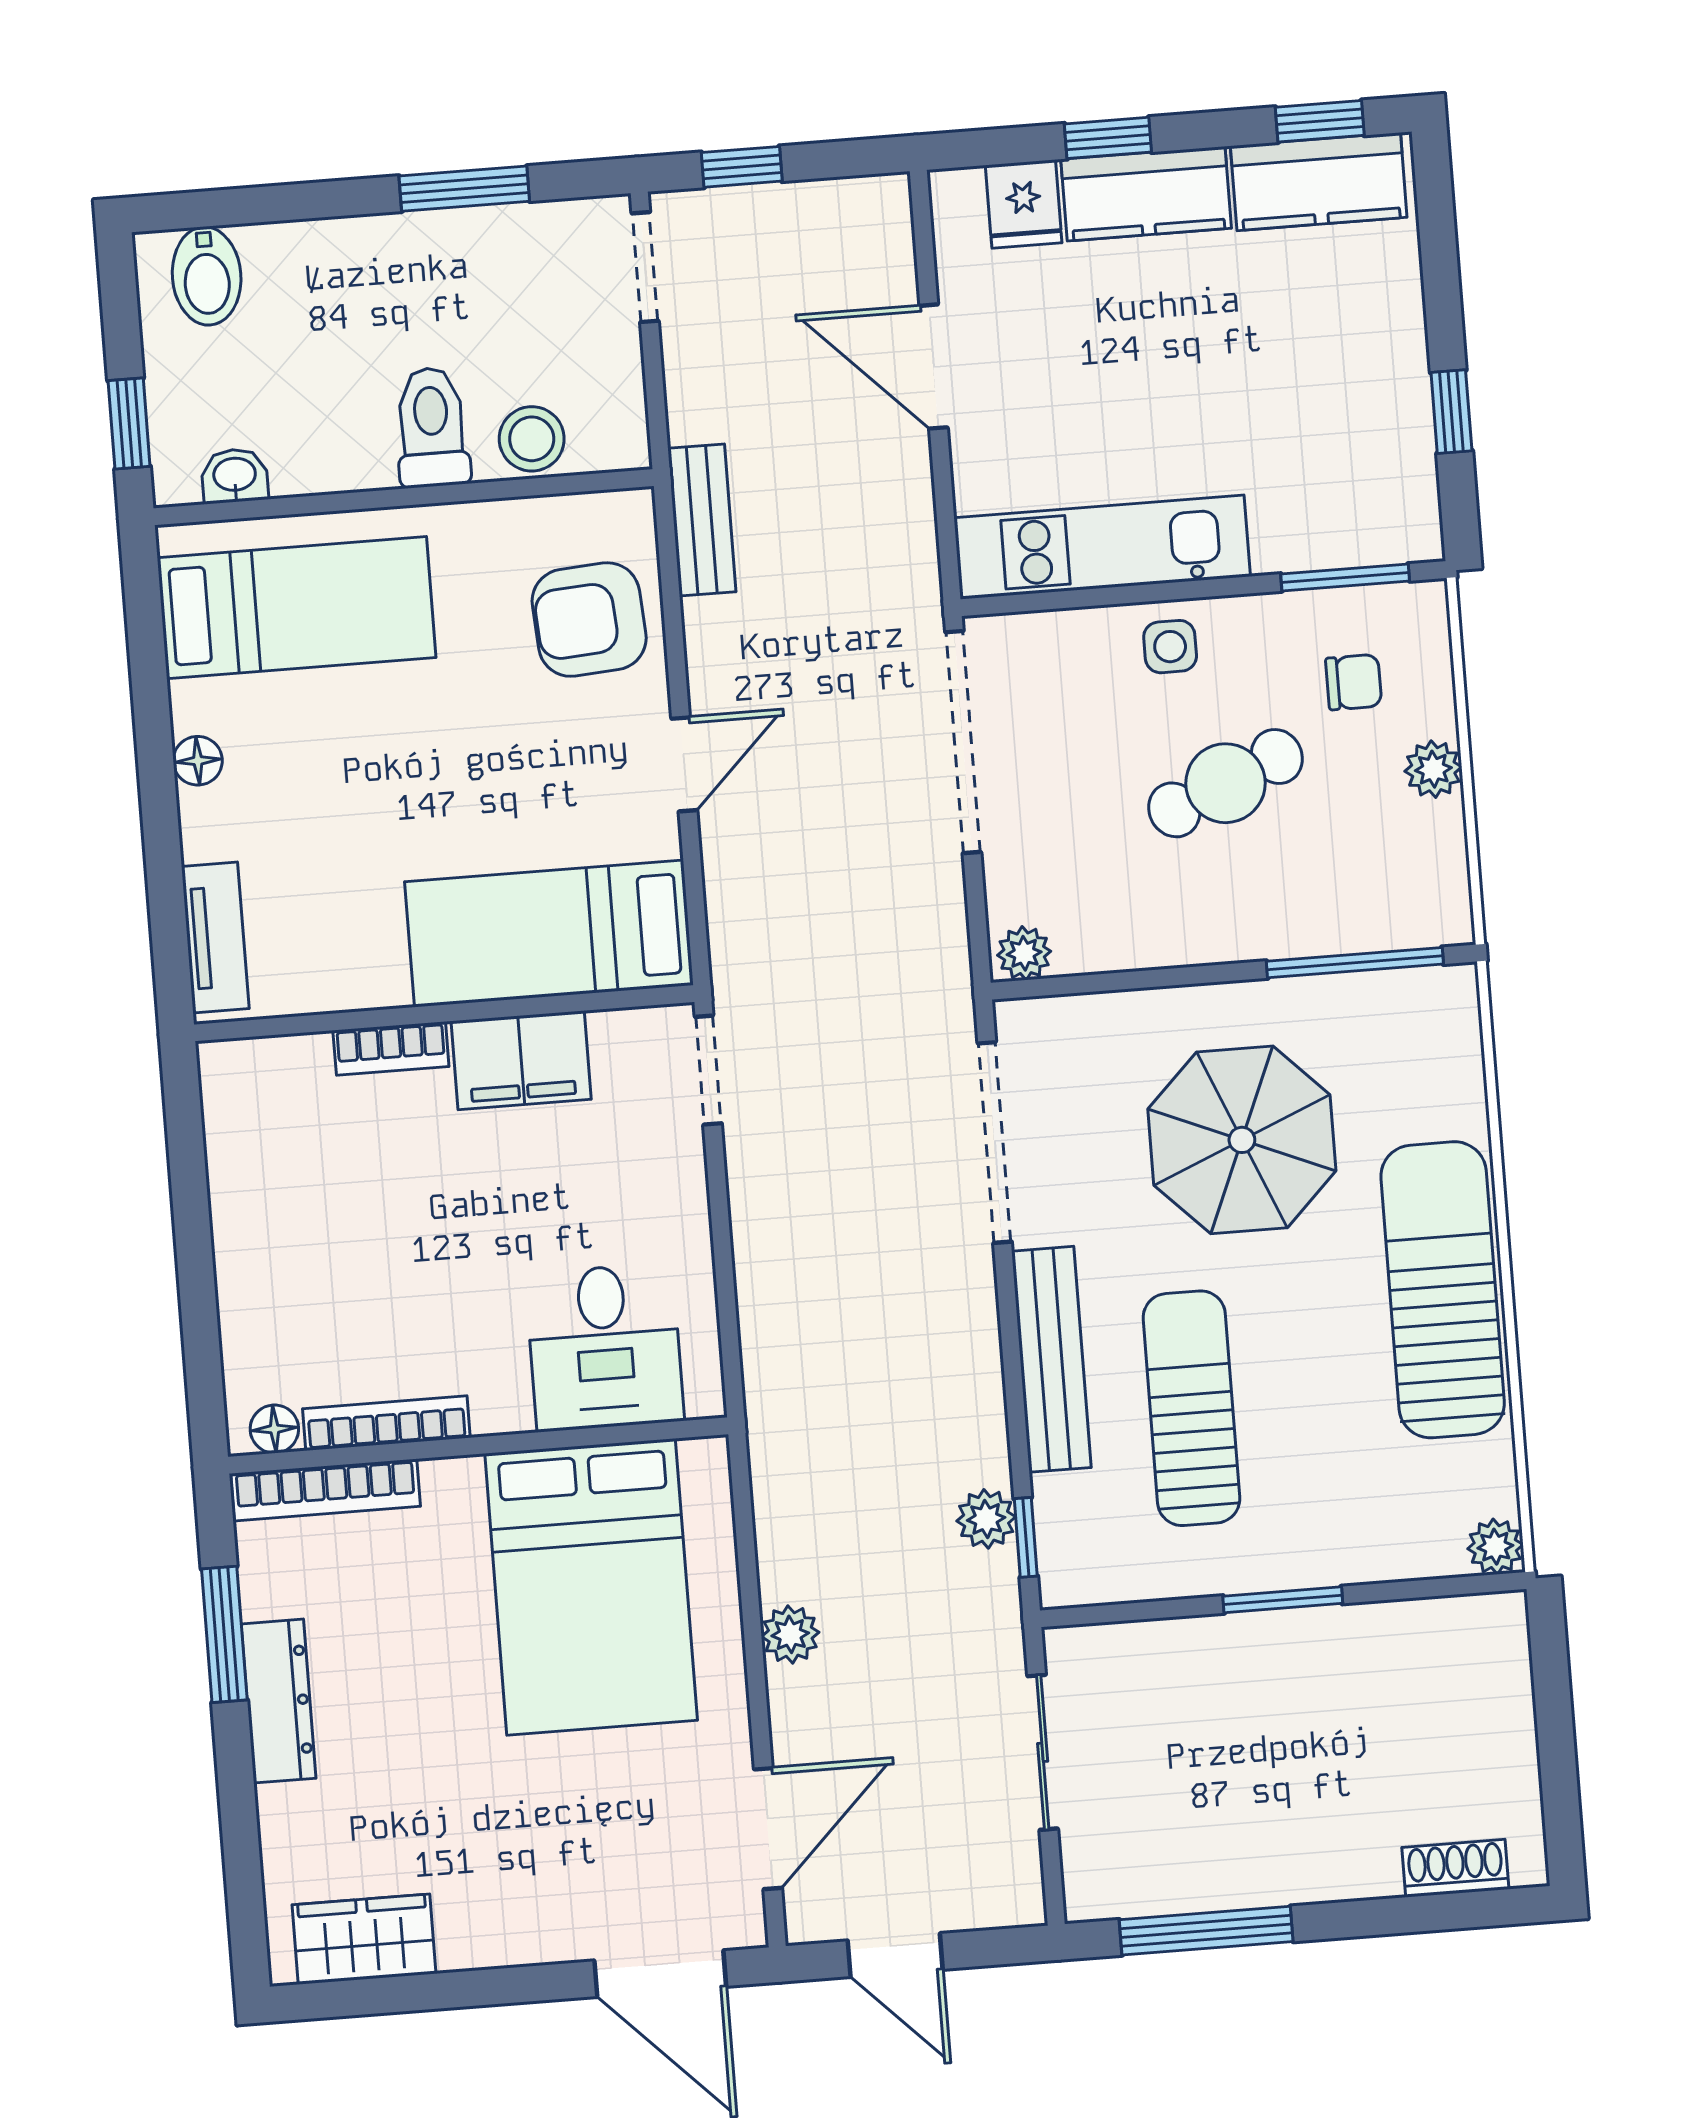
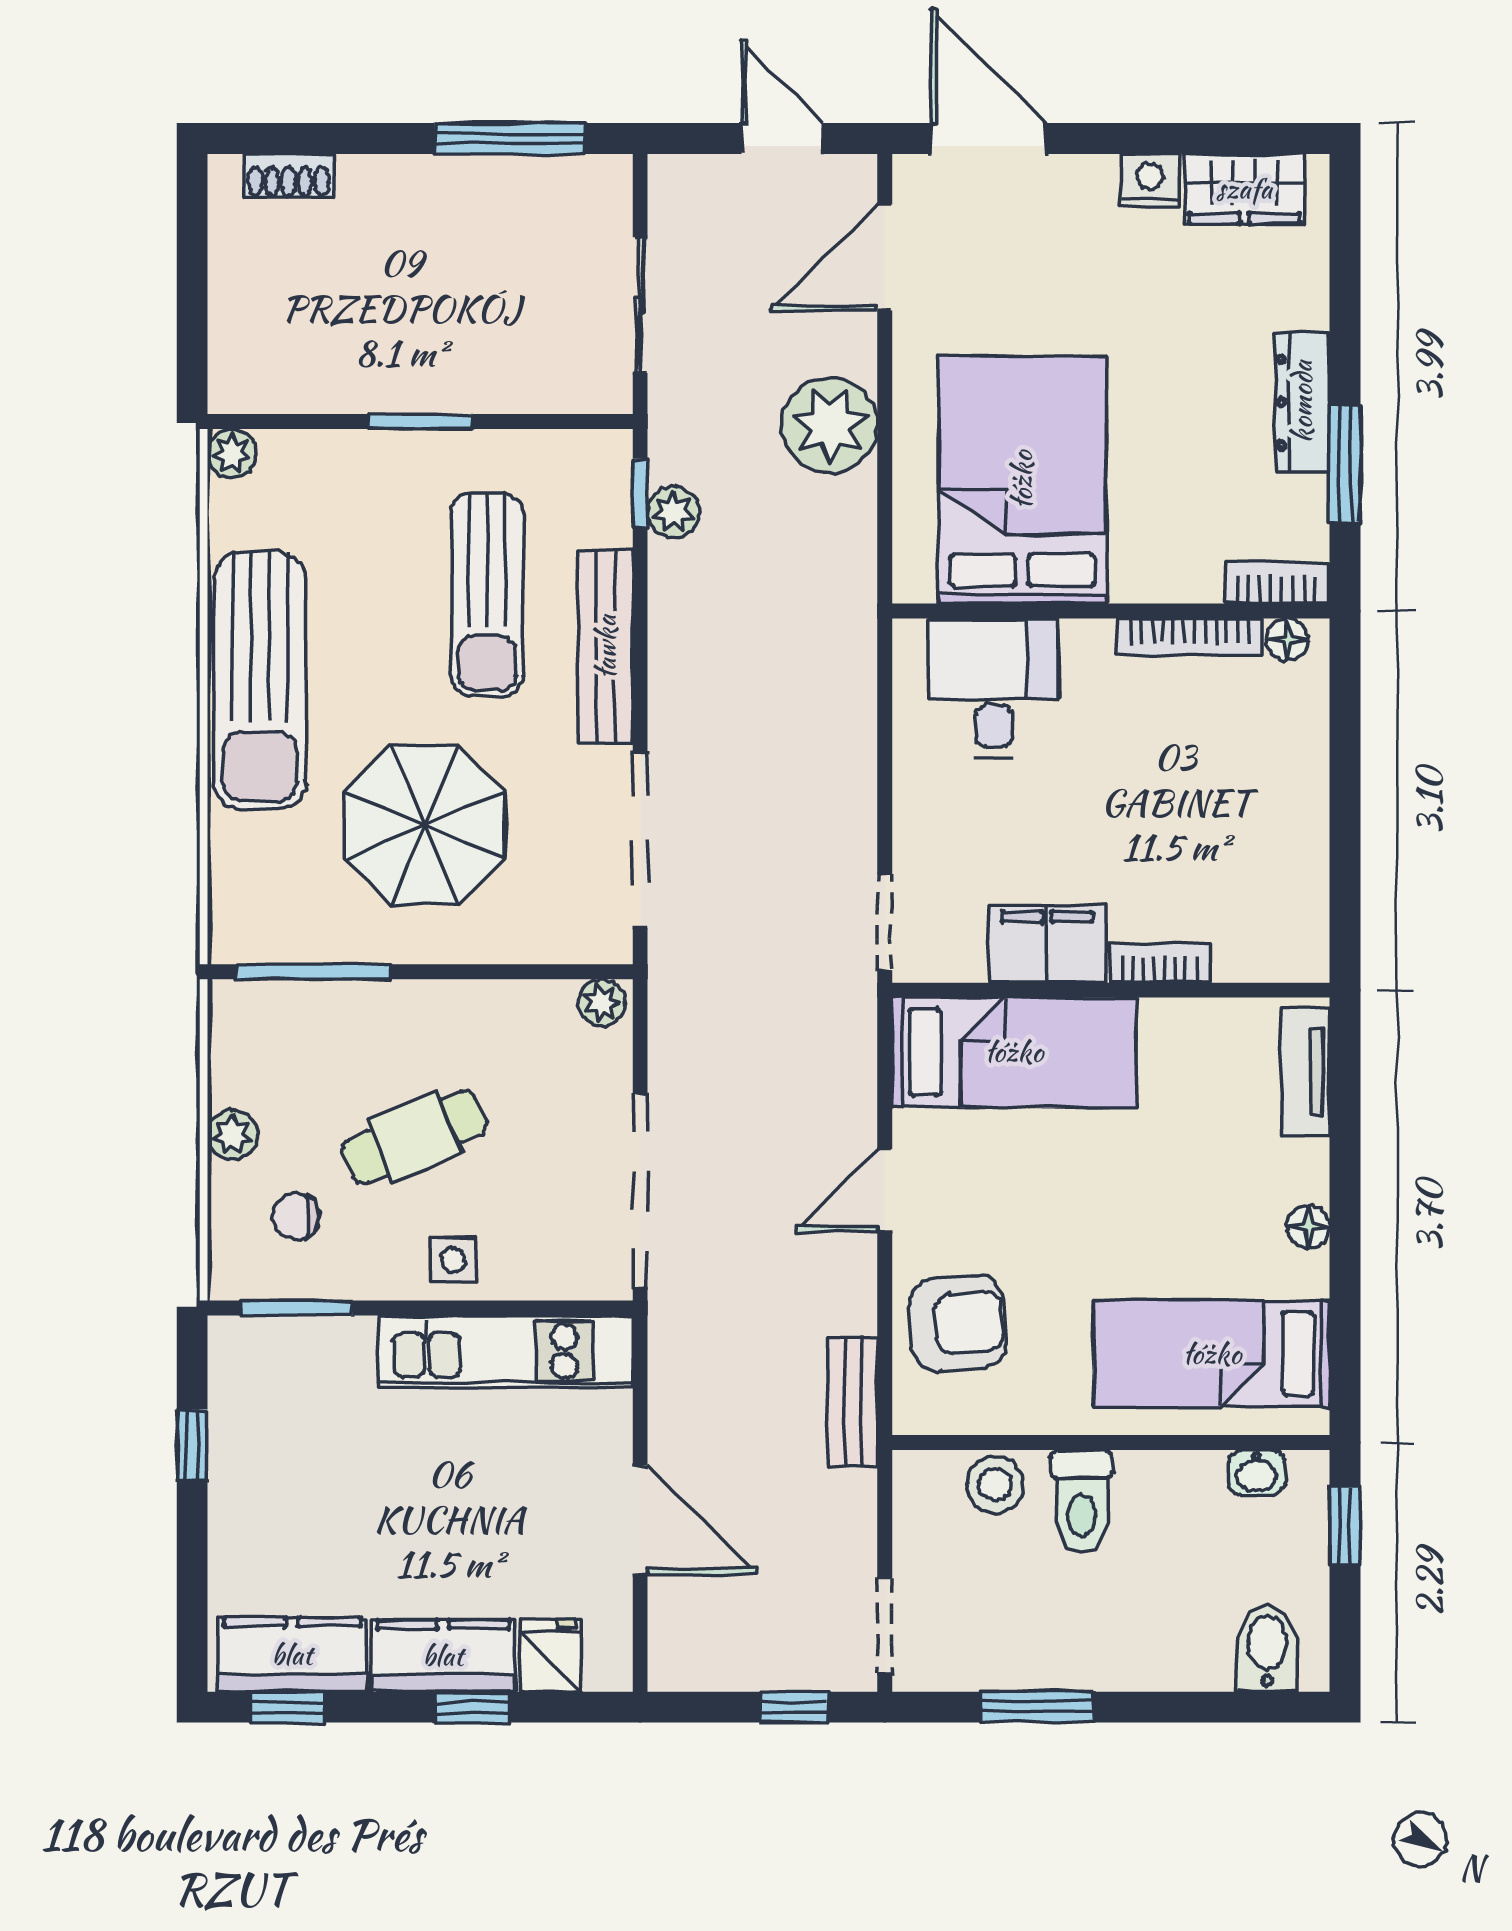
bookcase: (325, 1490) -> (1276, 583), width x0.64
plant: (790, 1634) -> (830, 425), width x1.88, depth x1.88
nightstand: (472, 1940) -> (1150, 181), added

